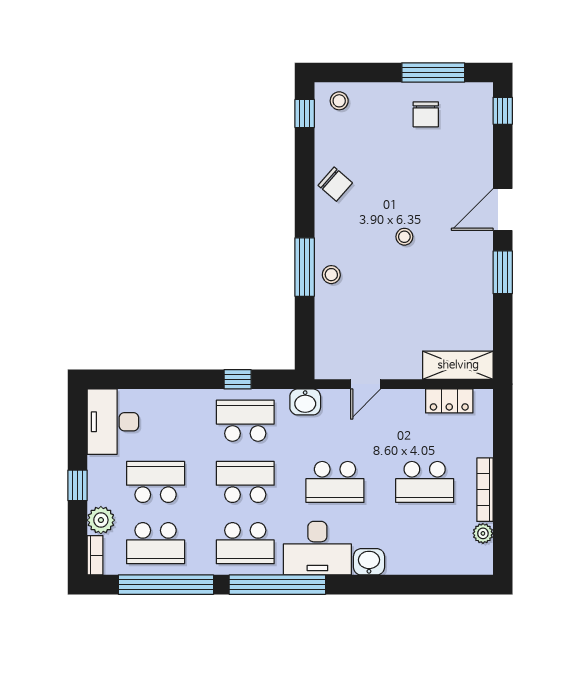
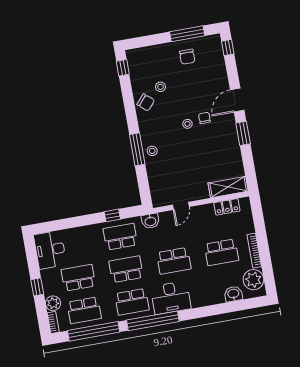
stool: (339, 101) -> (160, 87), moved
chair: (437, 231) -> (204, 118), added
plant: (483, 533) -> (253, 280), width x1.88, depth x1.88
washbasin: (369, 562) -> (233, 294), moved

